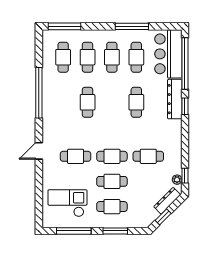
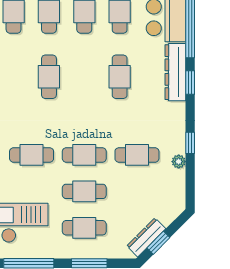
window: (185, 176) -> (190, 143), moved
plant: (177, 180) -> (179, 162), moved
dresser: (167, 201) -> (146, 237), moved

